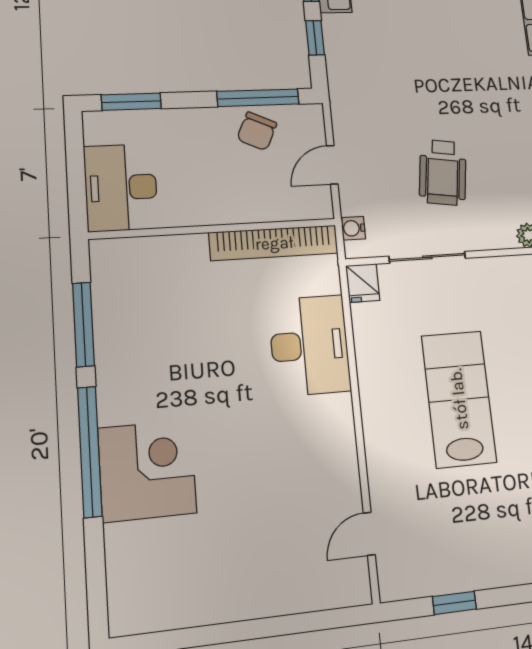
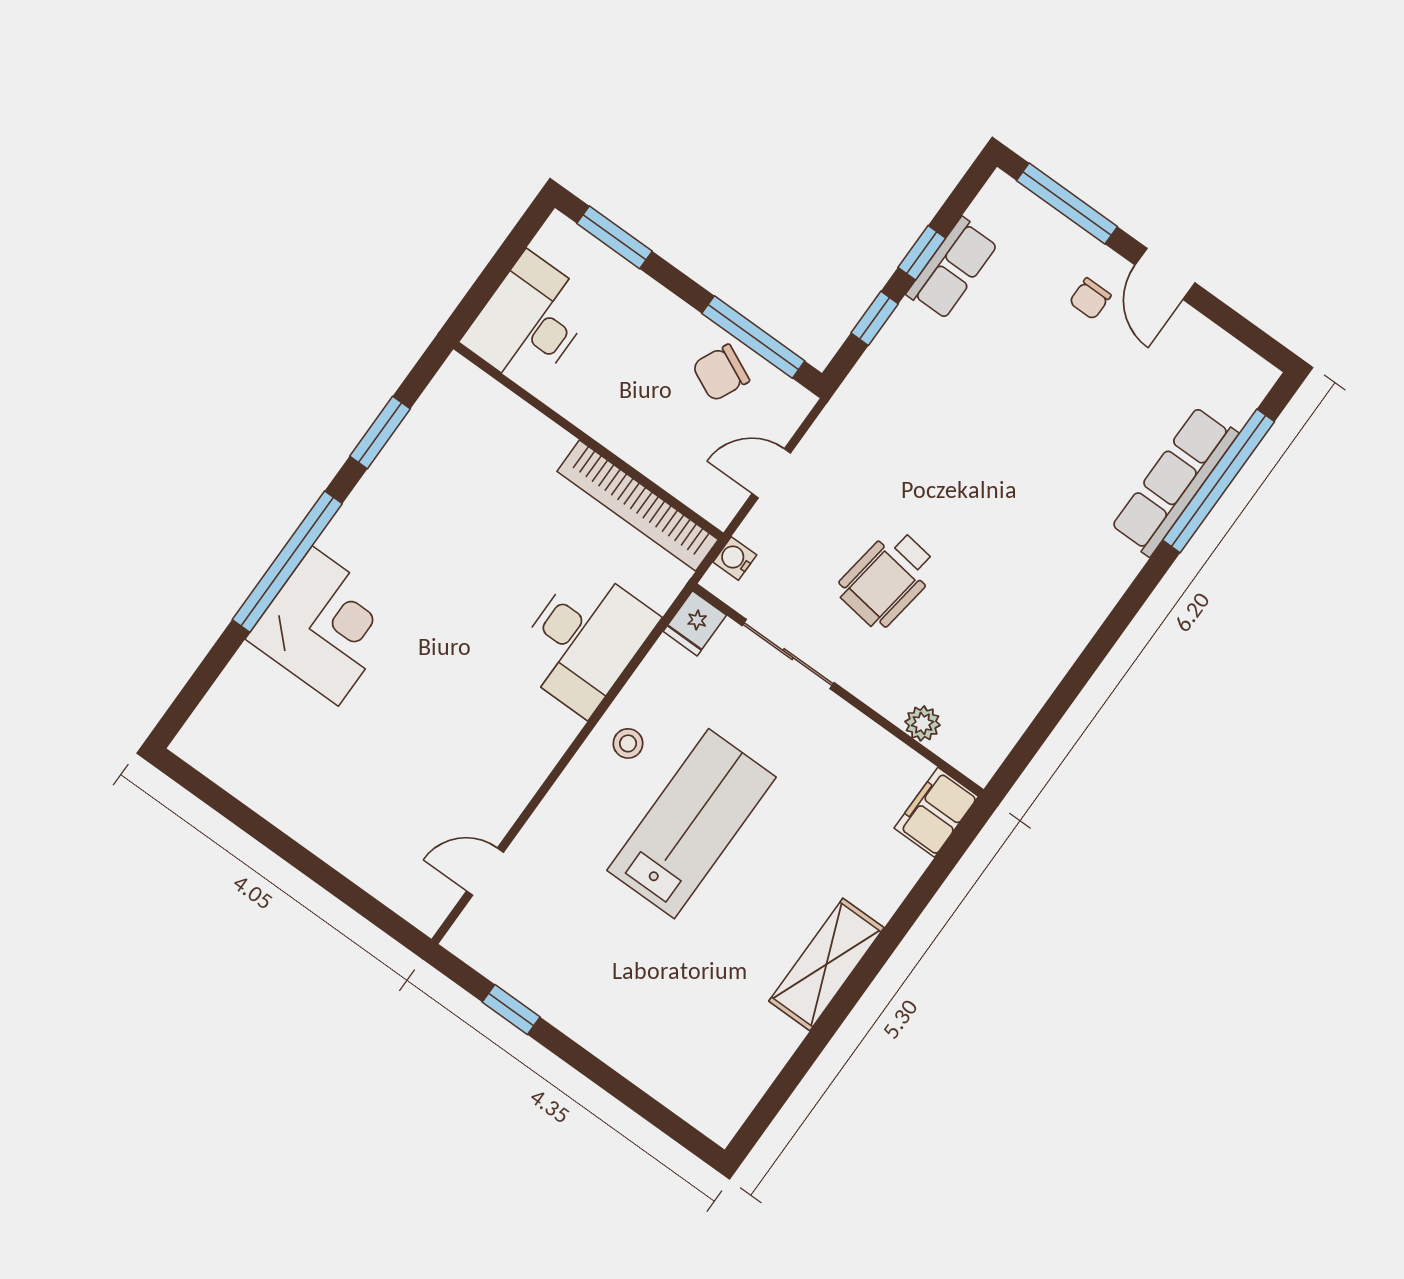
window: (83, 324) -> (380, 433), width x0.69
stool: (385, 384) -> (628, 743), added

